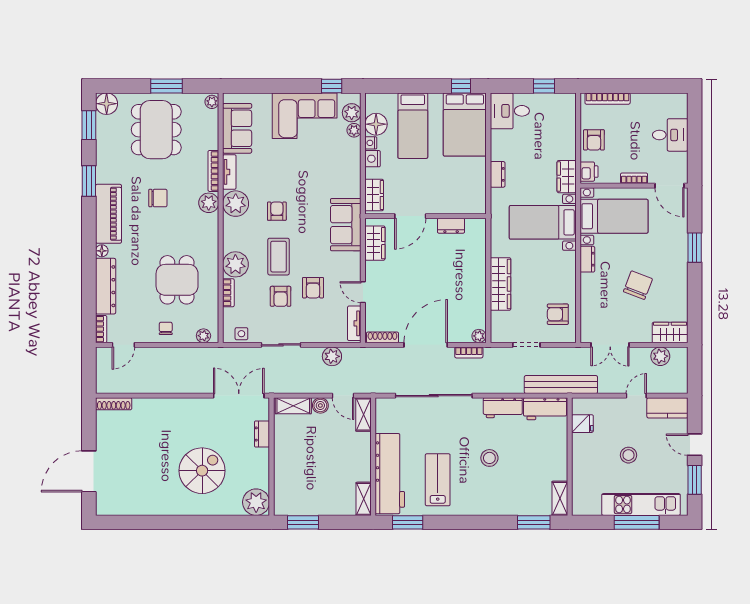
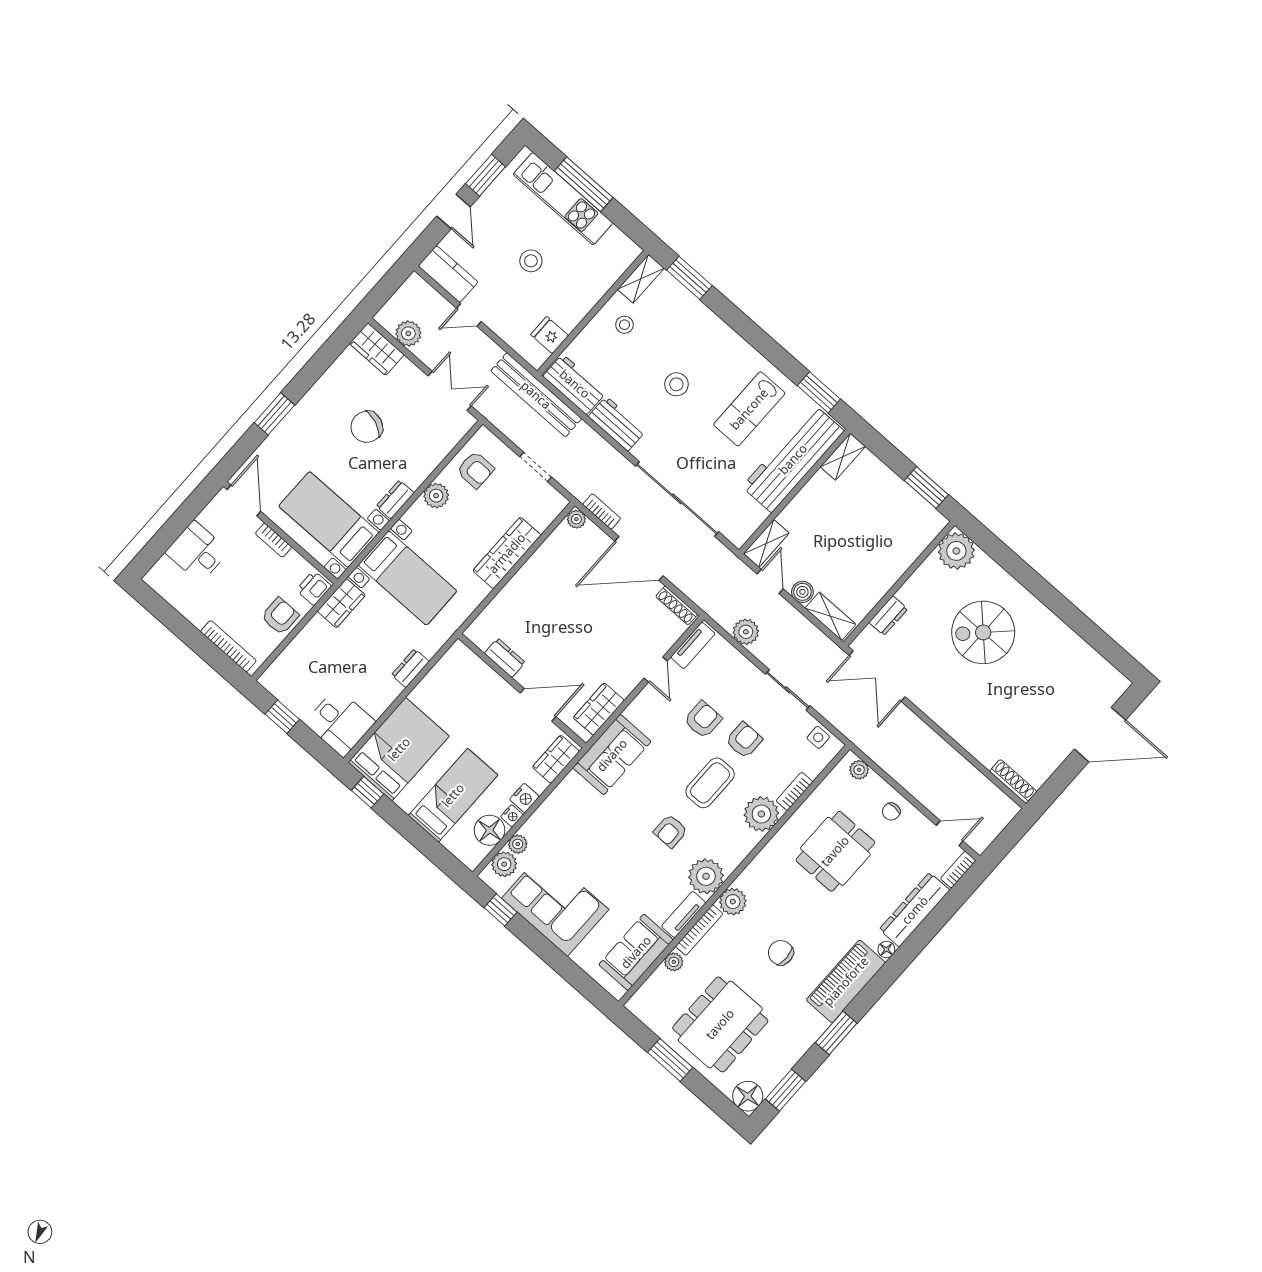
plant: (212, 102) -> (674, 962), moved
plant: (567, 281) -> (436, 496), added
stool: (547, 465) -> (624, 325), added

